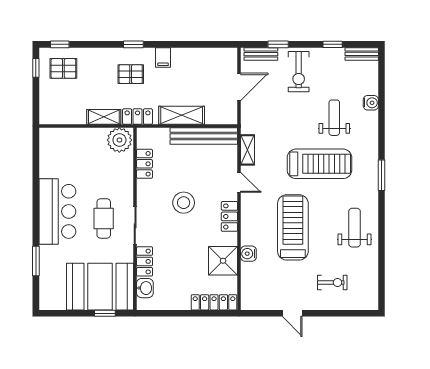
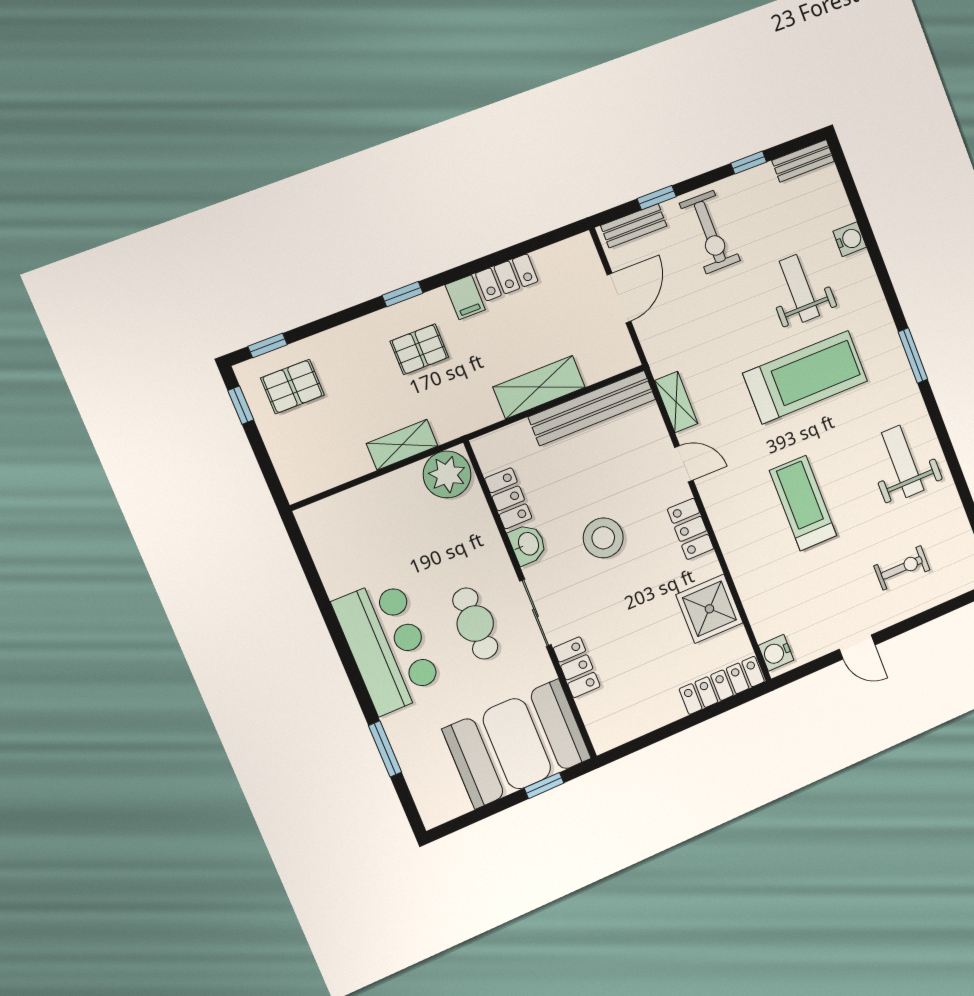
locker: (138, 117) -> (507, 277), moved, turned 180
treadmill: (293, 227) -> (803, 503), width x0.73, depth x0.73
water cooler: (248, 254) -> (776, 653), moved
washbasin: (145, 288) -> (528, 544), moved

